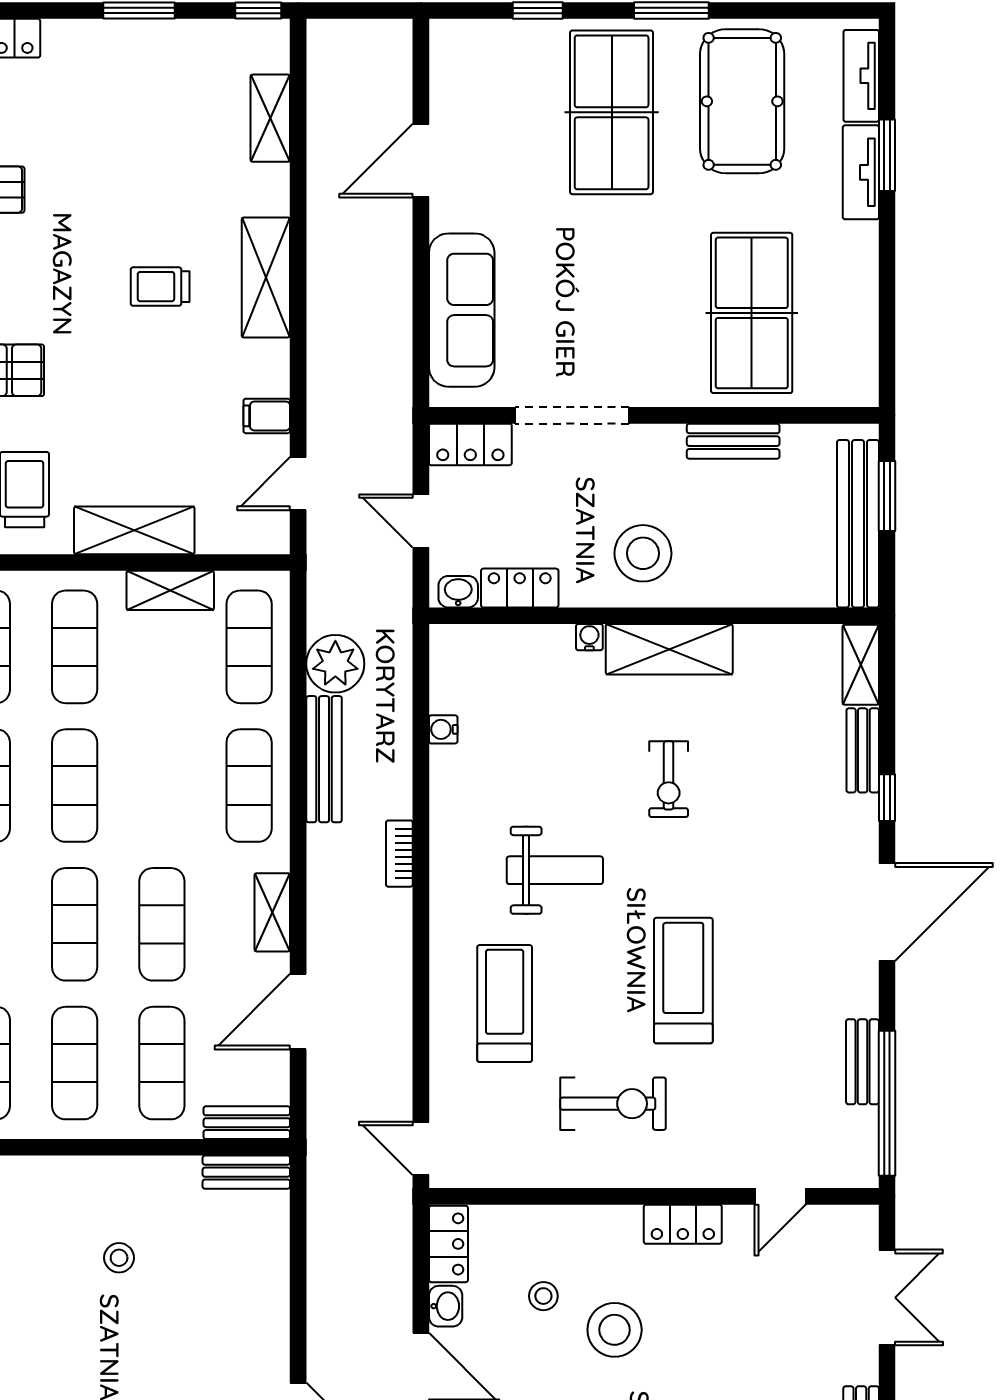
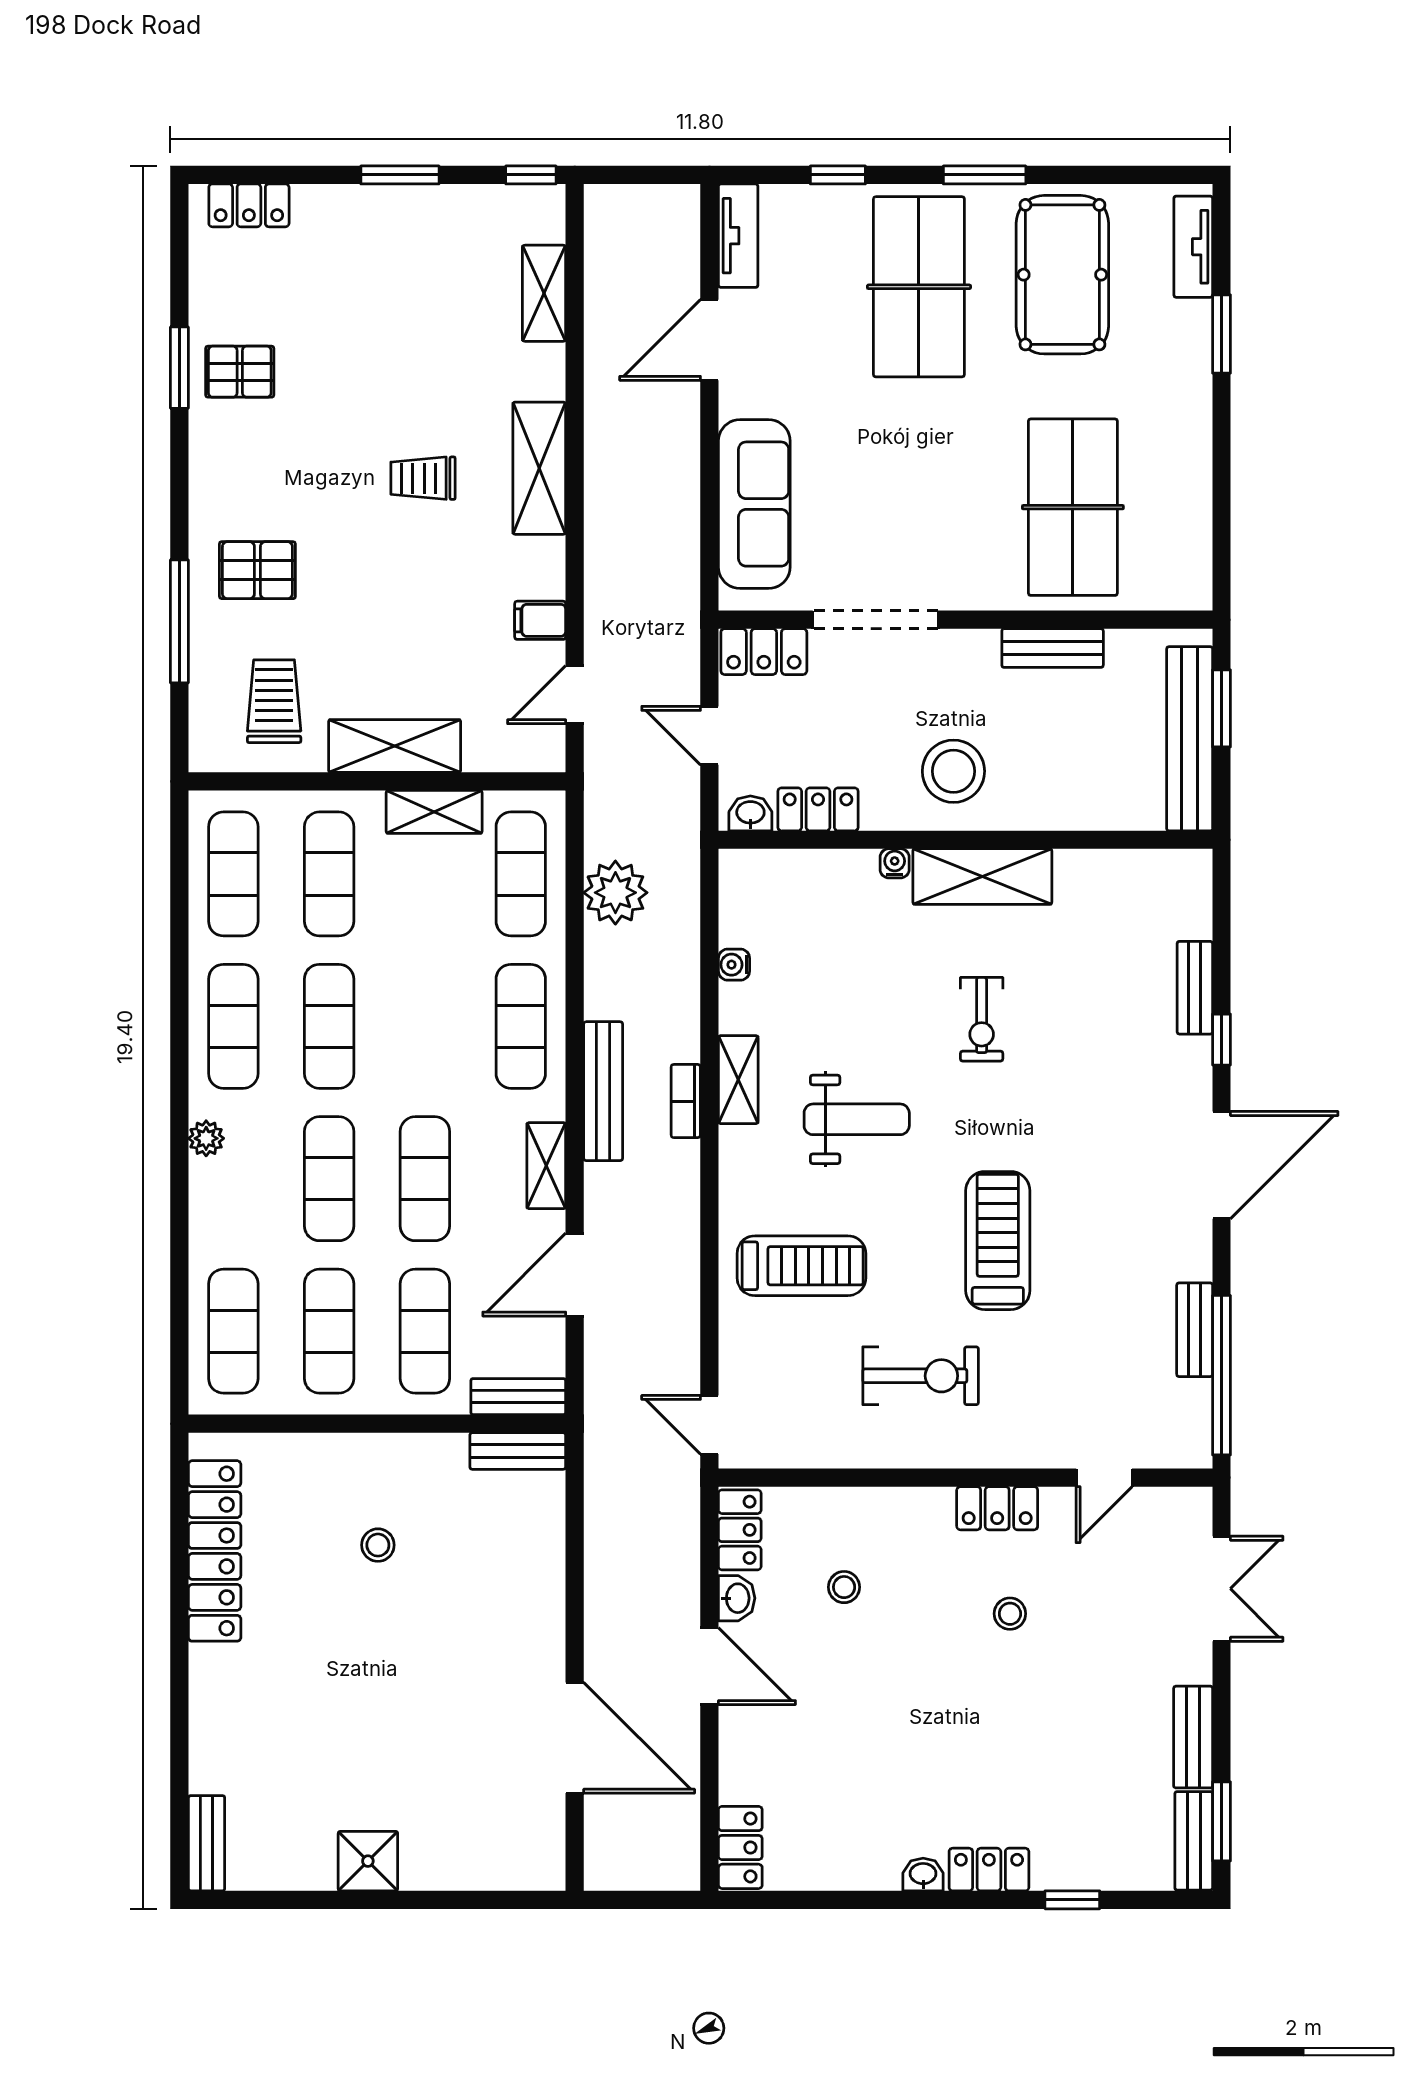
tv unit: (861, 172) -> (738, 236), moved, turned 180
shelving: (861, 665) -> (738, 1080), moved
bench: (324, 759) -> (603, 1091), moved
treadmill: (505, 1004) -> (801, 1266), turned 90
stool: (615, 1330) -> (1010, 1614), moved, width x0.53, depth x0.53

